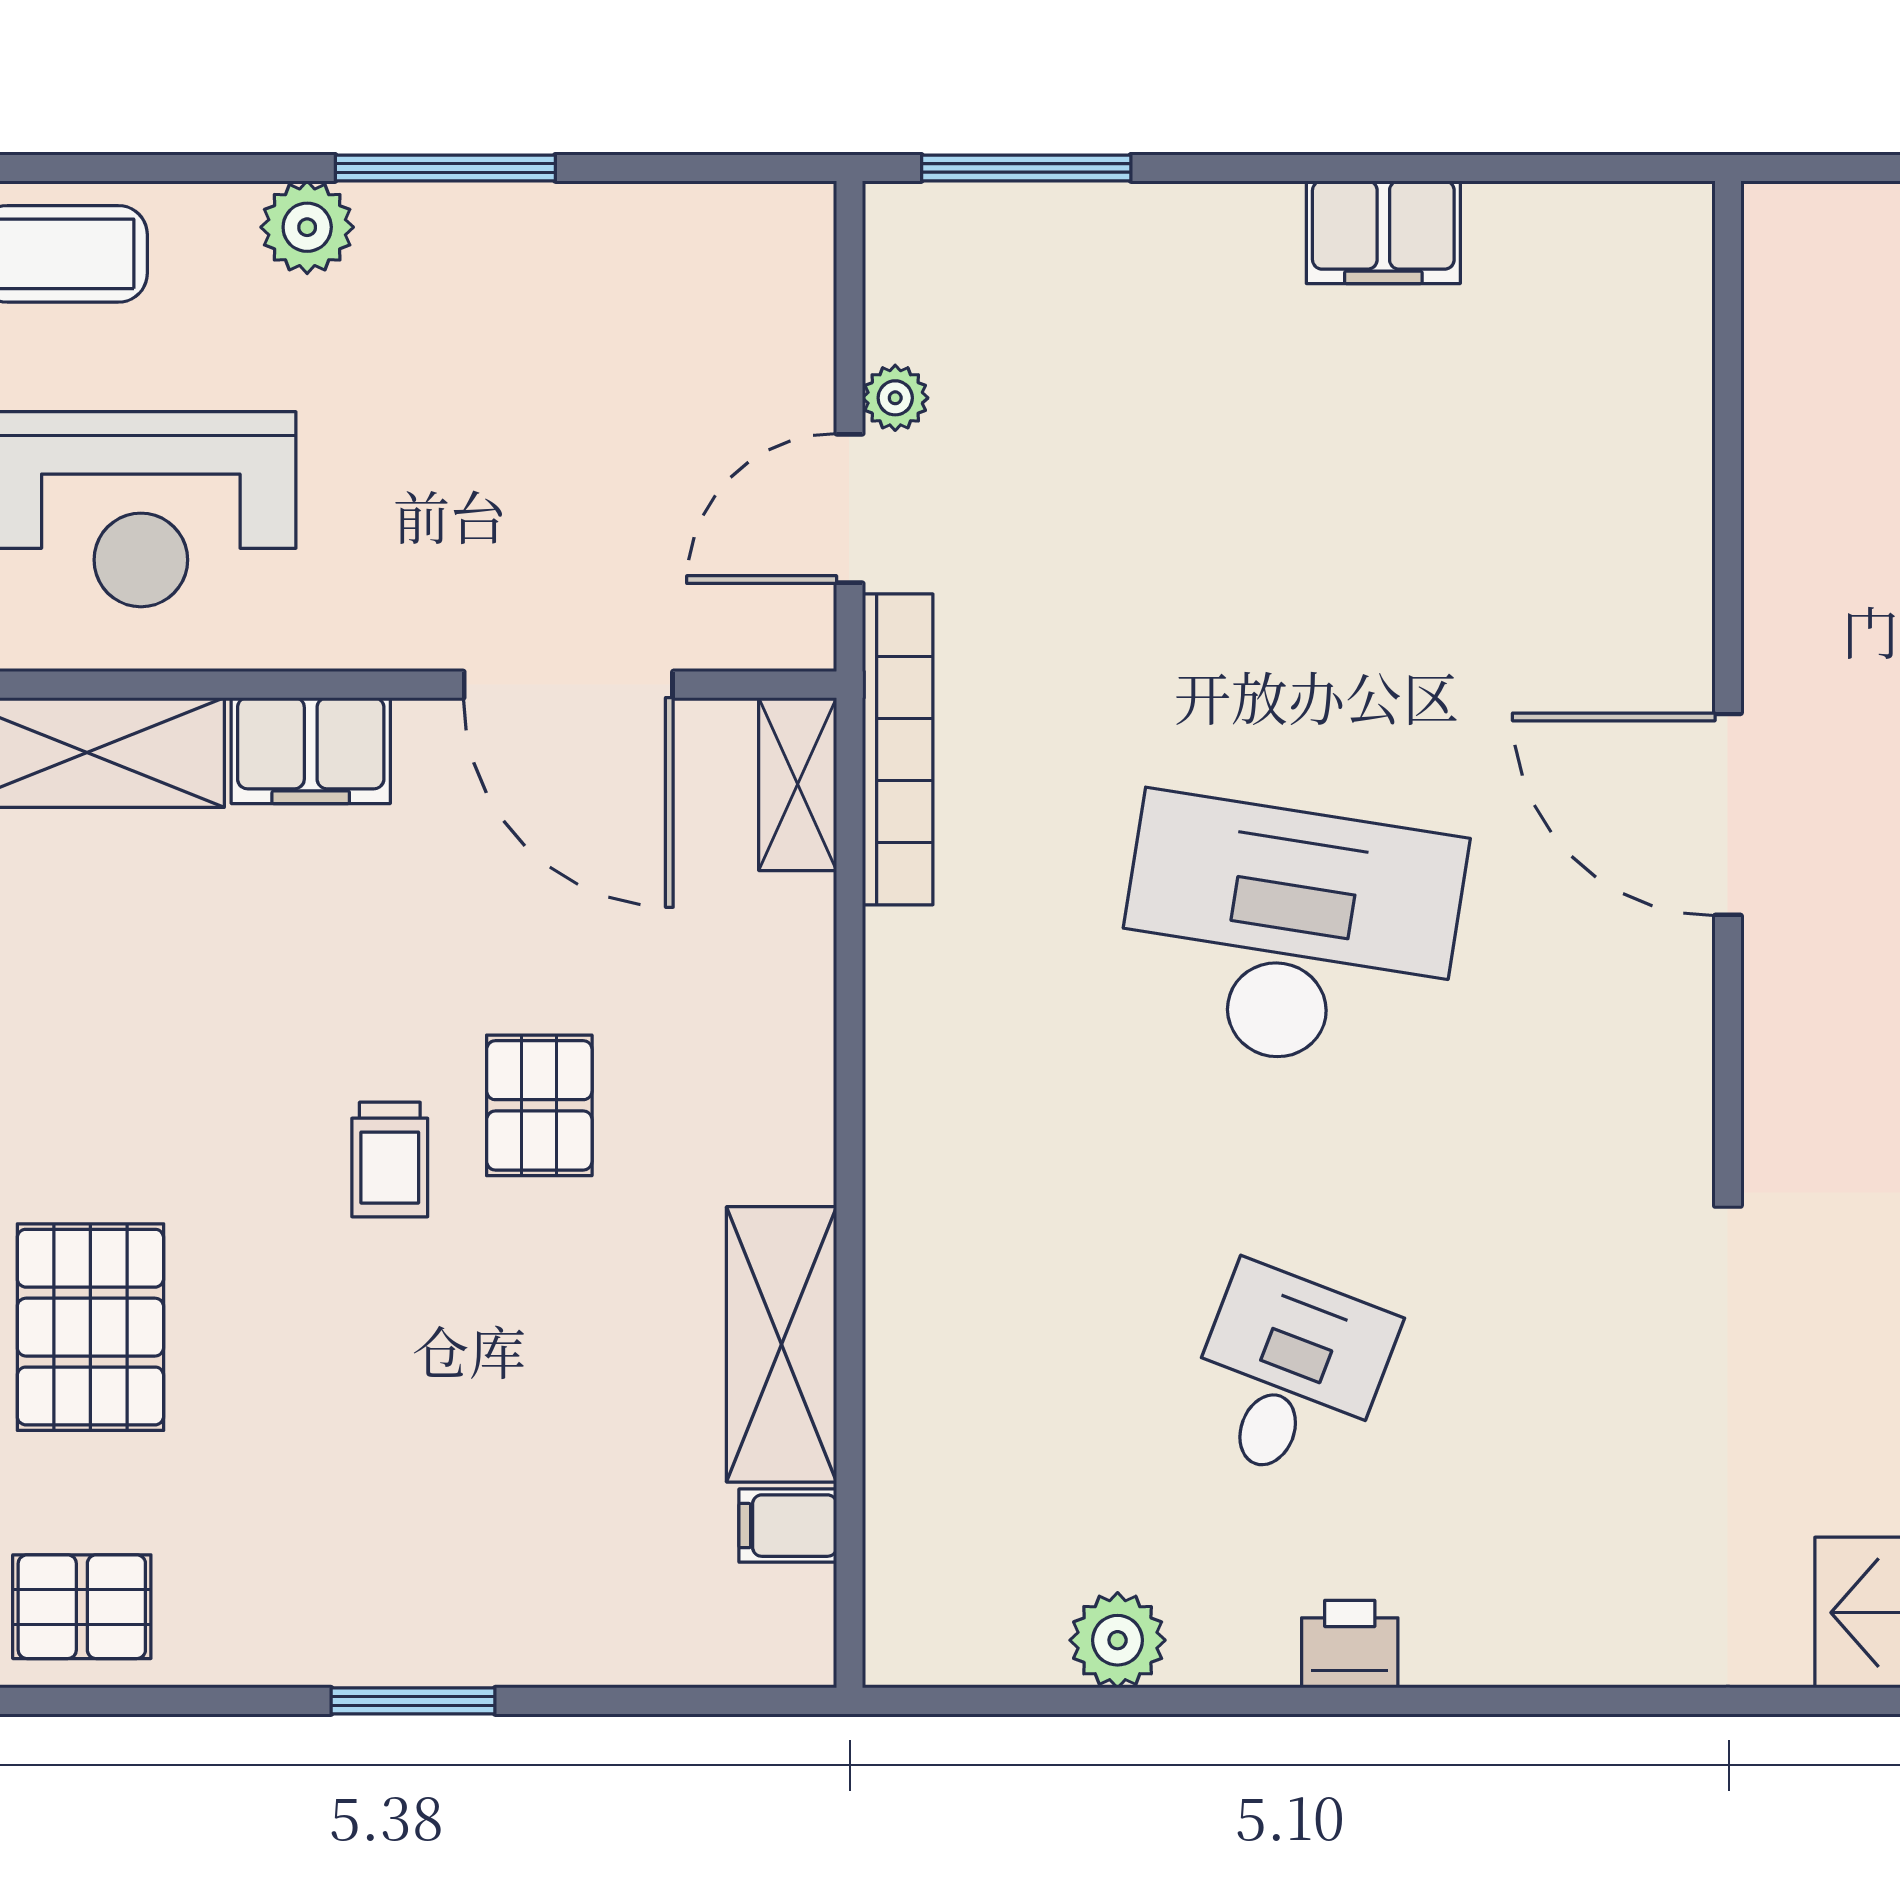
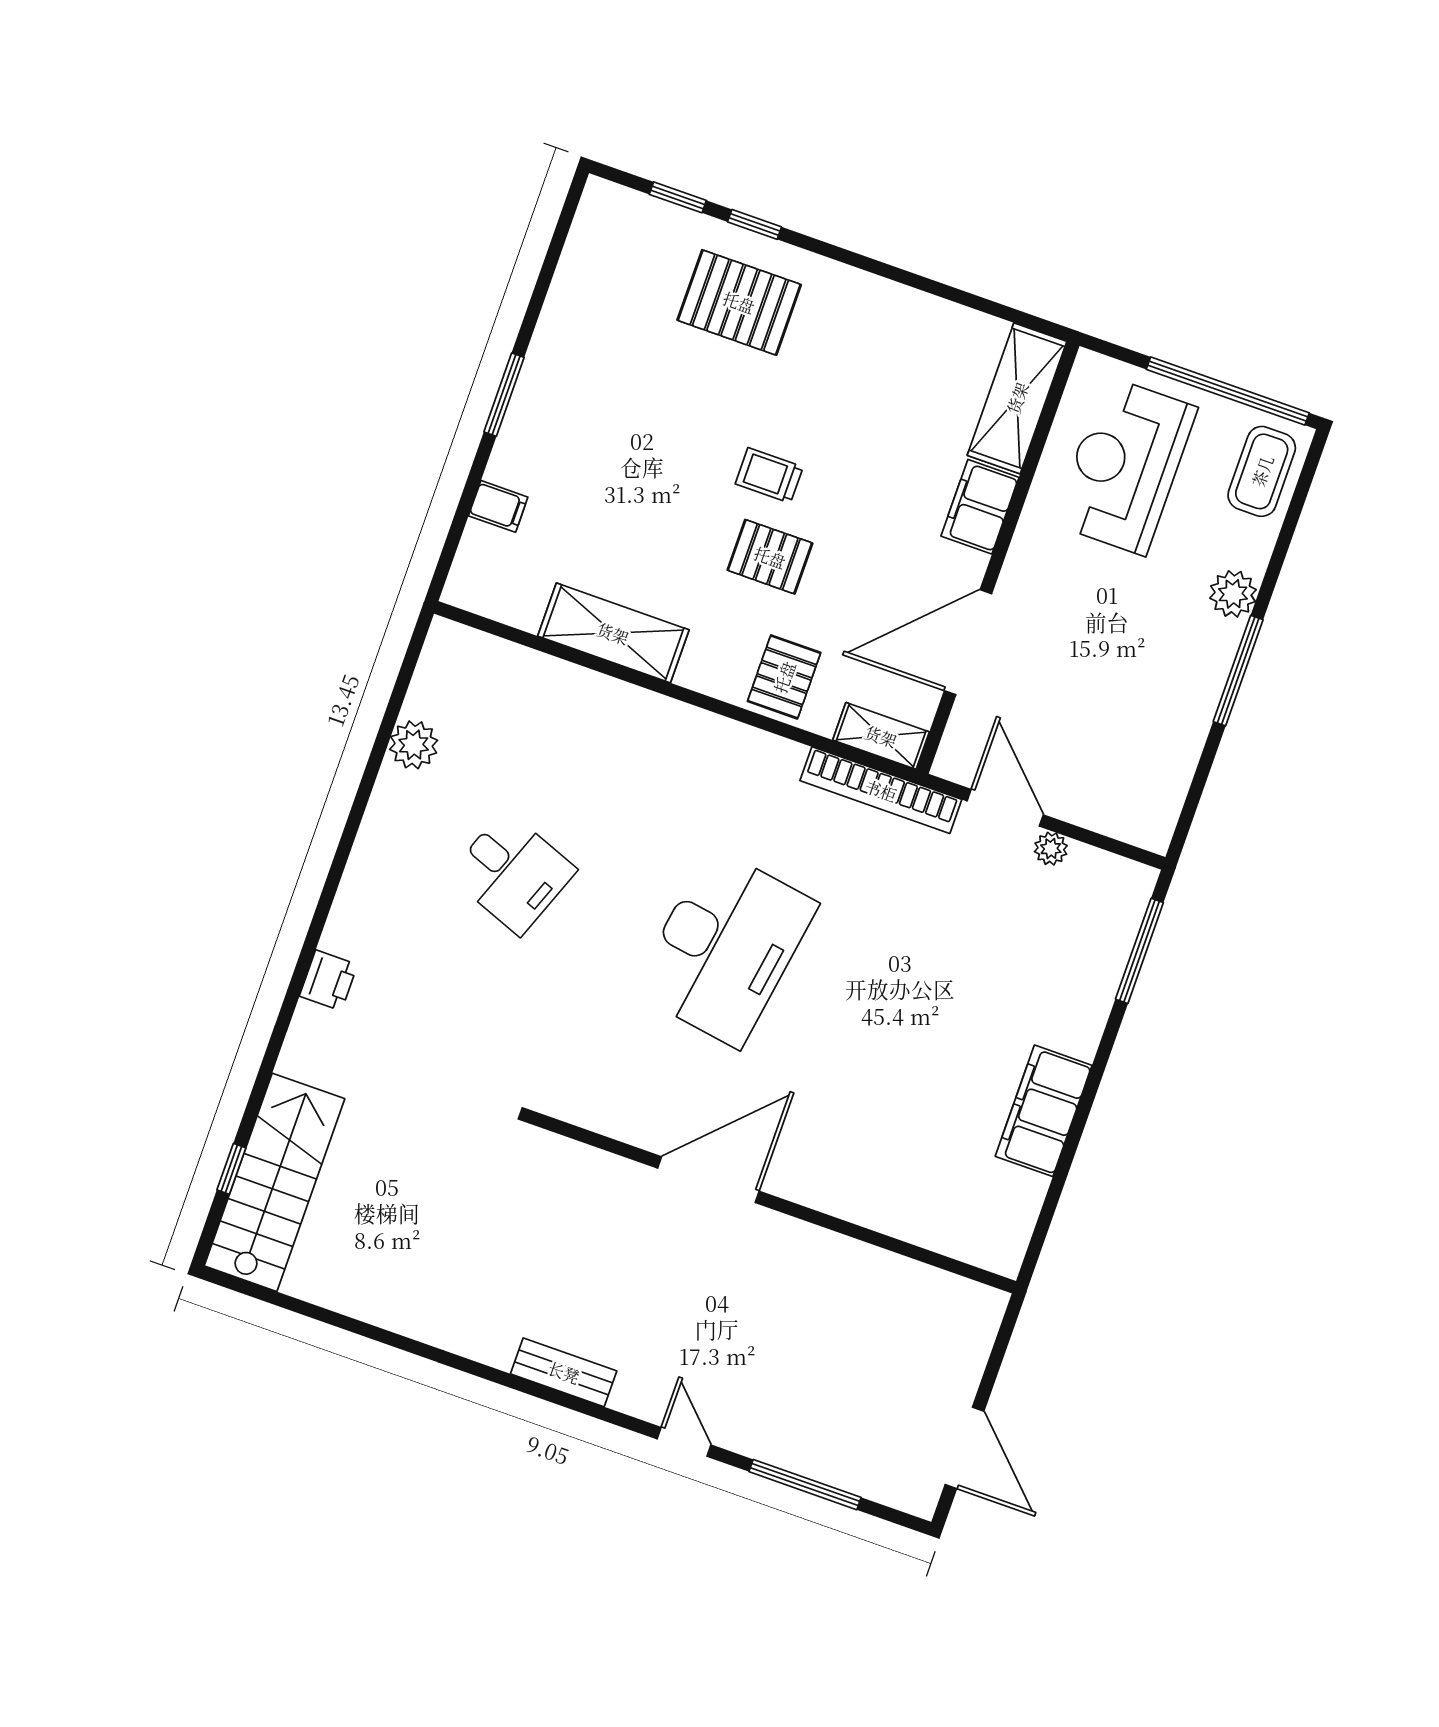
filing cabinet: (1383, 232) -> (1044, 1111), width x1.50, depth x1.17
filing cabinet: (788, 1526) -> (498, 506), moved, turned 90
pallet: (82, 1607) -> (784, 677), moved
printer: (1350, 1644) -> (329, 980), moved

